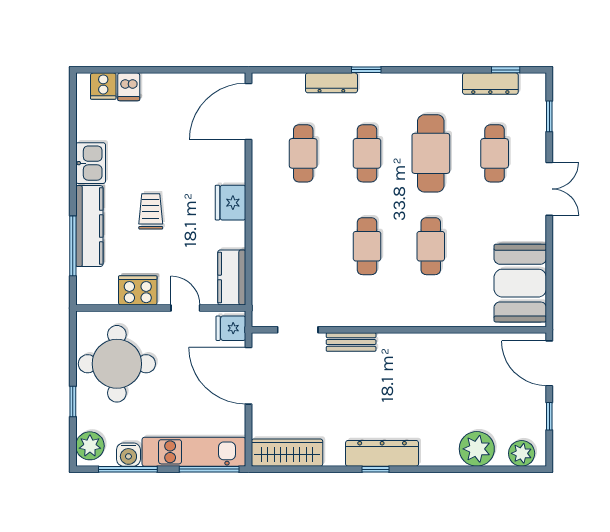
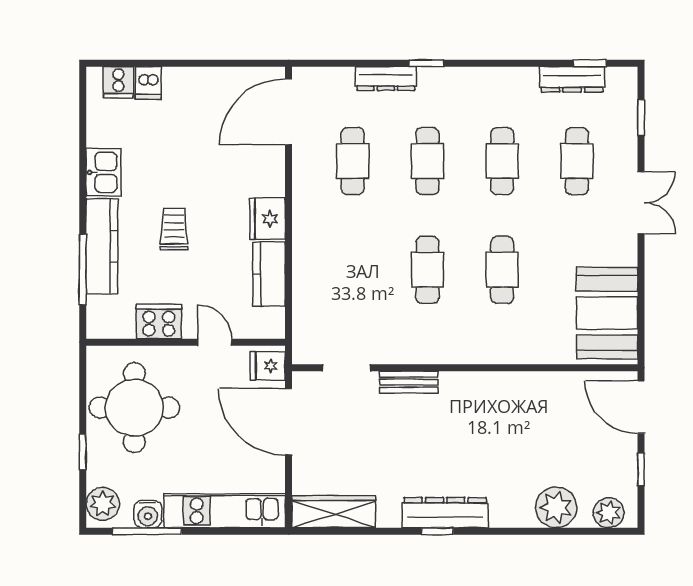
cafe table: (431, 153) -> (502, 161), width x0.73, depth x0.74
kitchen counter: (232, 277) -> (269, 274), moved
window: (209, 469) -> (242, 531), removed

